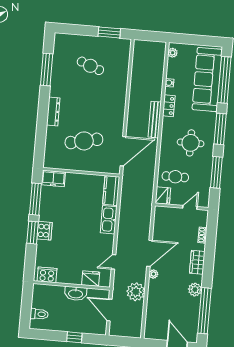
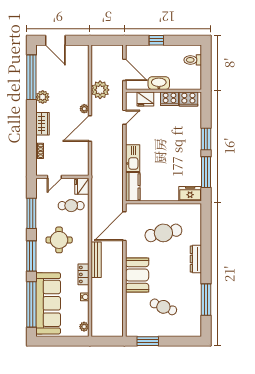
booth: (114, 101) -> (137, 275), added
cooker: (44, 231) -> (170, 99), moved, turned -90

